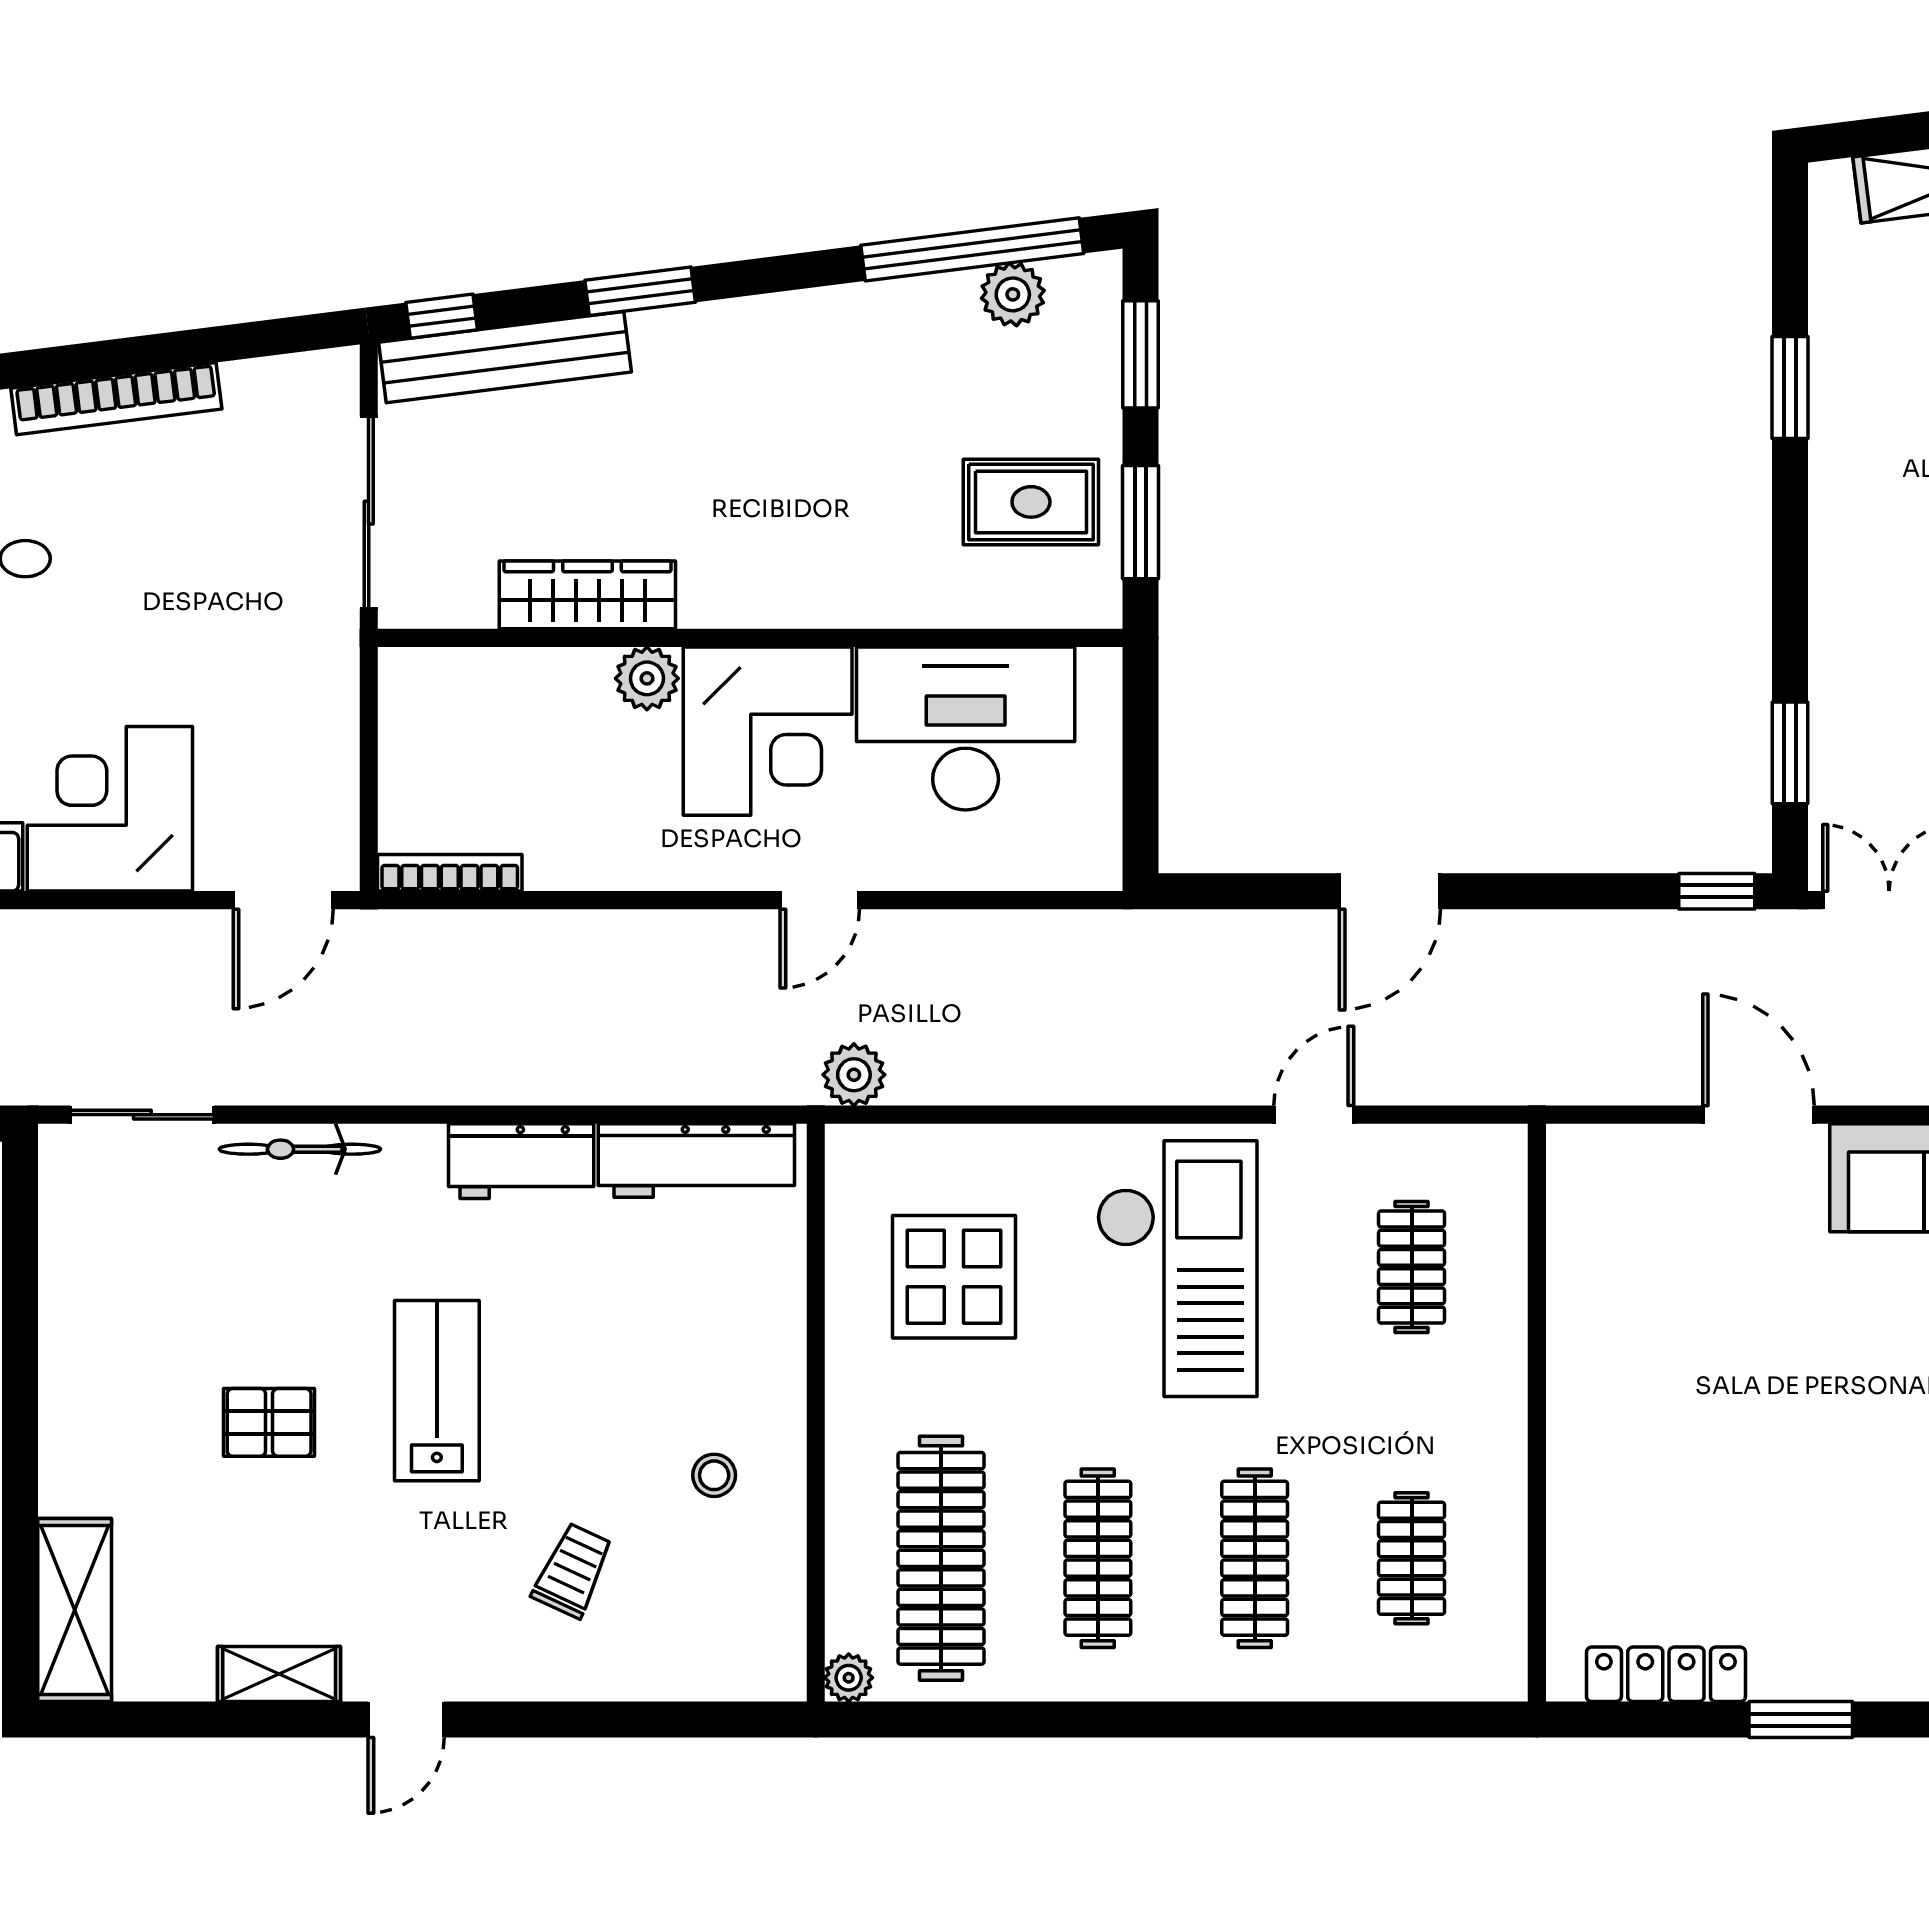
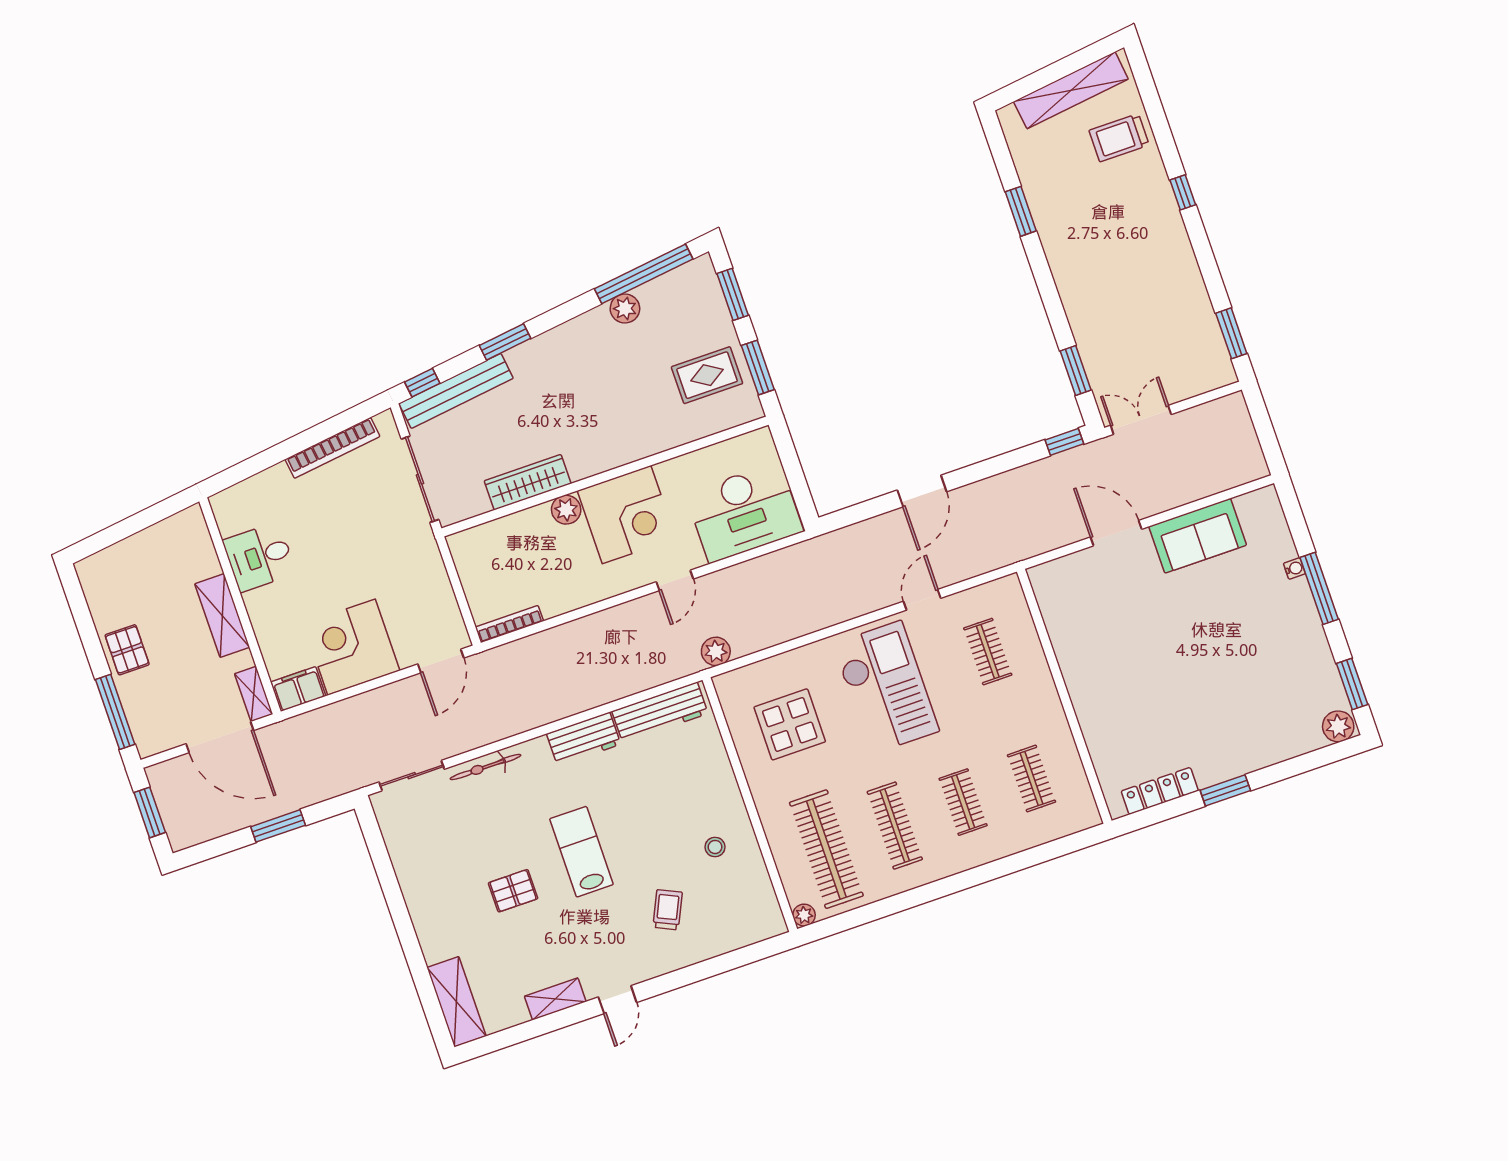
plant: (1013, 294) -> (625, 309), moved
bookcase: (116, 399) -> (332, 448), moved
desk: (966, 728) -> (744, 512), moved, turned 180
clothes rail: (1255, 1558) -> (963, 802), width x0.73

